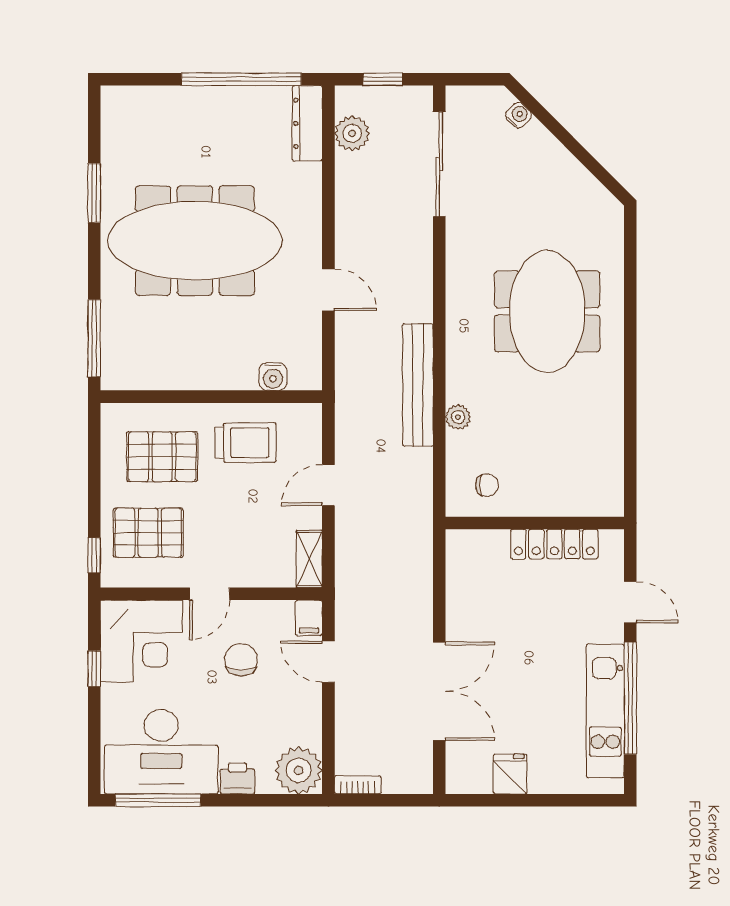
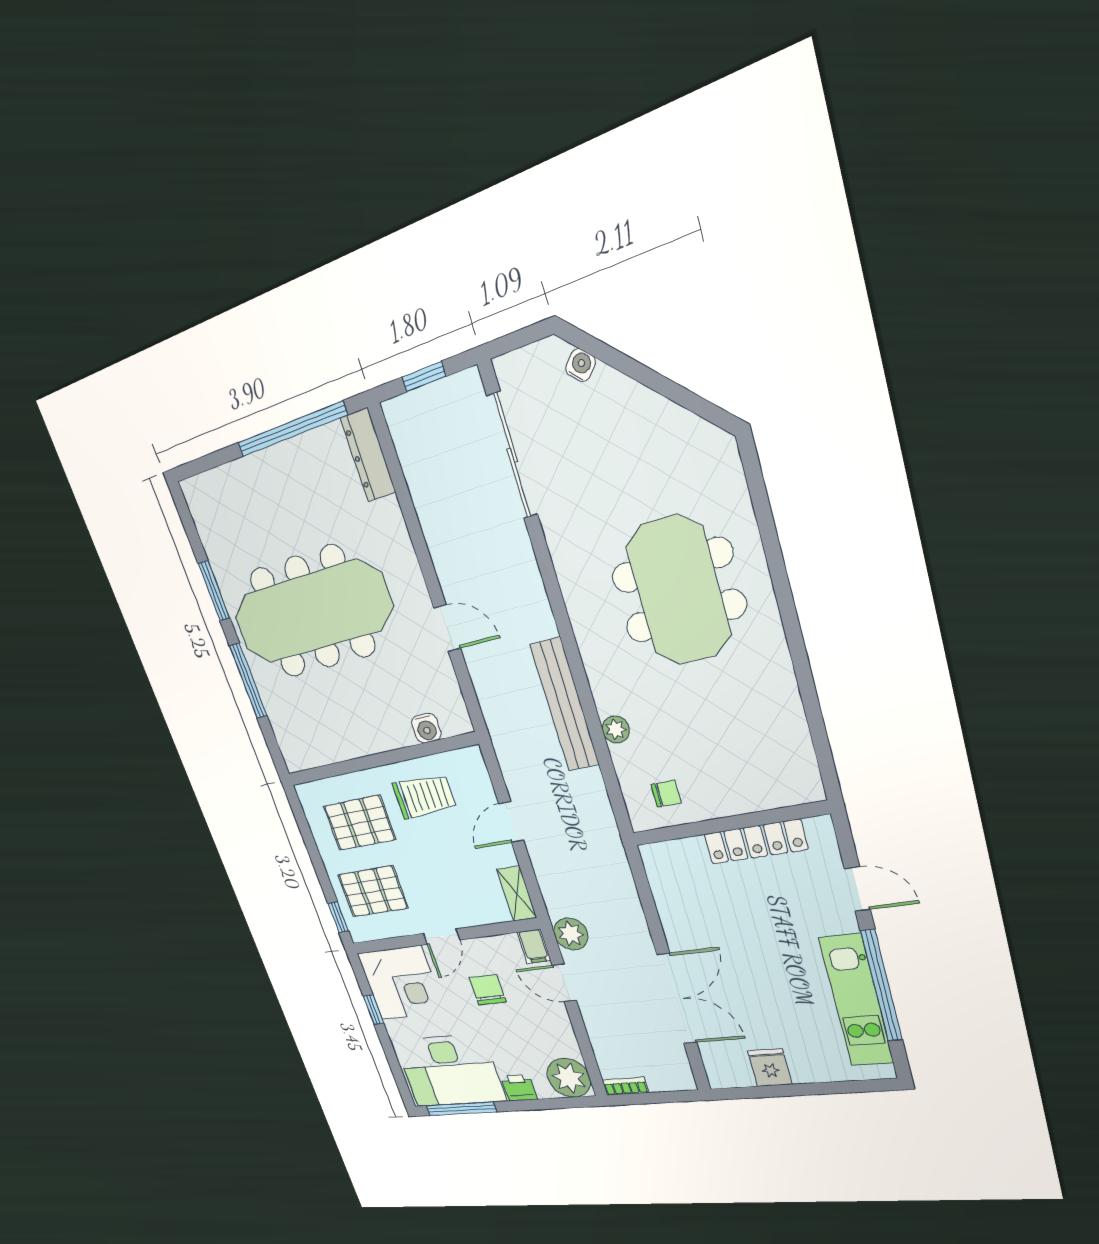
plant: (352, 133) -> (571, 934), moved
window: (94, 338) -> (248, 681), moved

